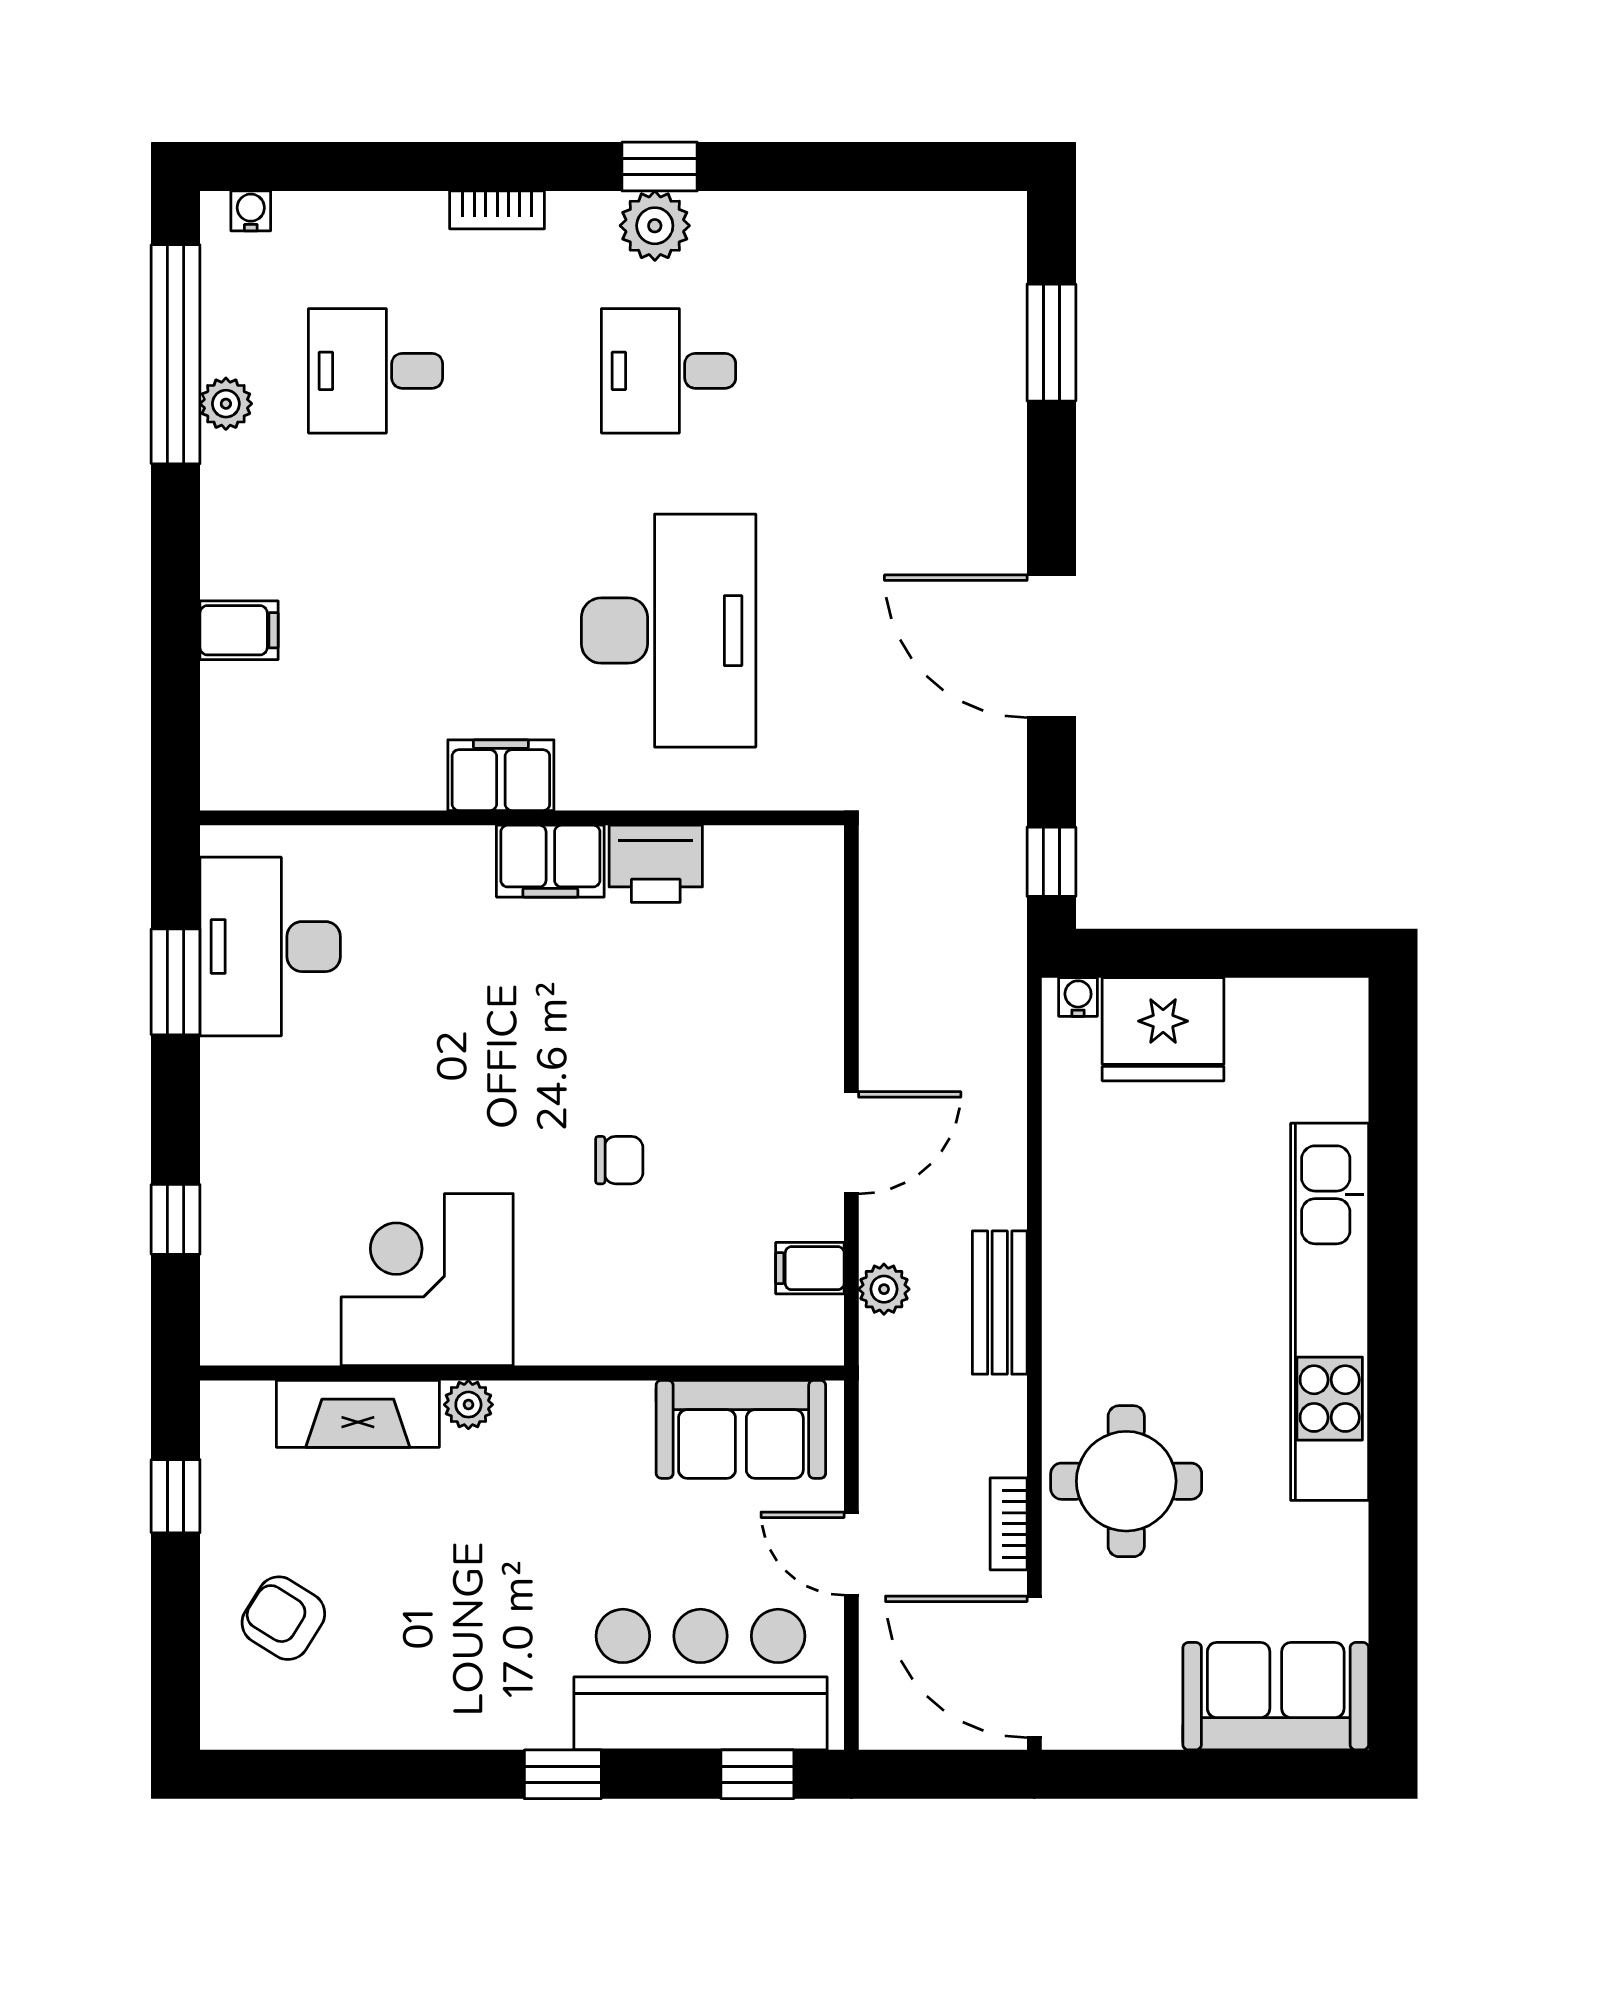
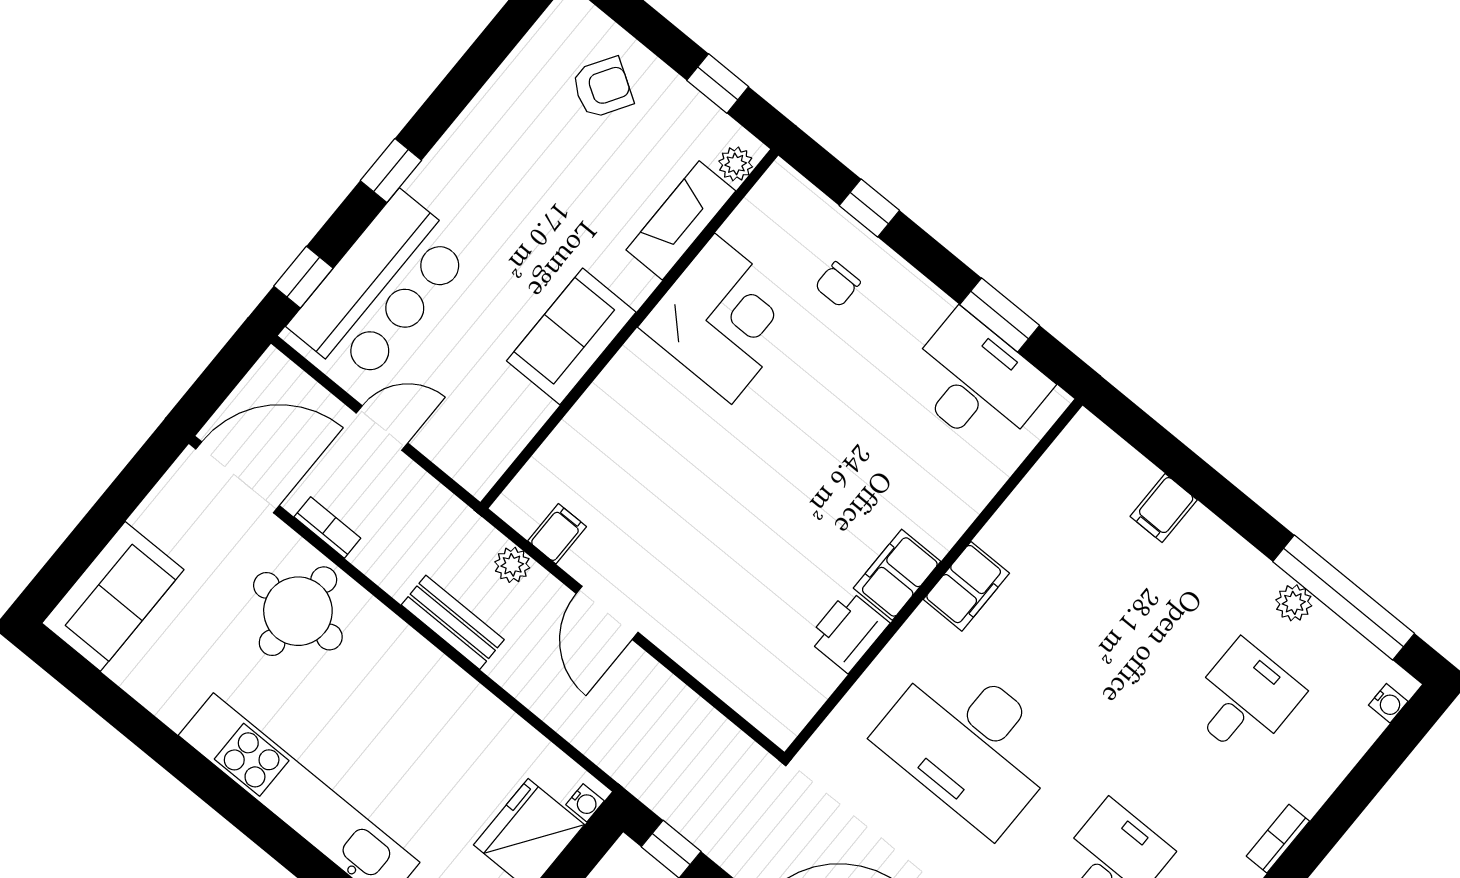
chair: (619, 1160) -> (838, 284), moved
plant: (468, 1405) -> (736, 164), moved
sofa: (741, 1429) -> (571, 336), moved

